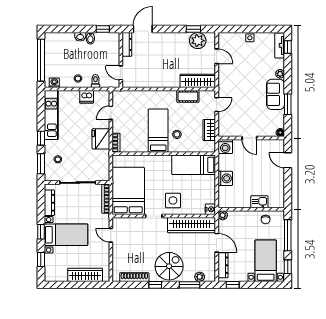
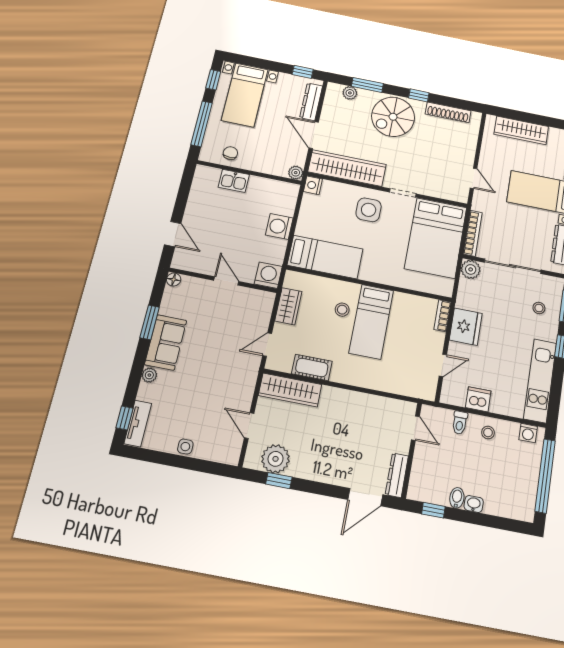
plant: (103, 175) -> (471, 269), added

